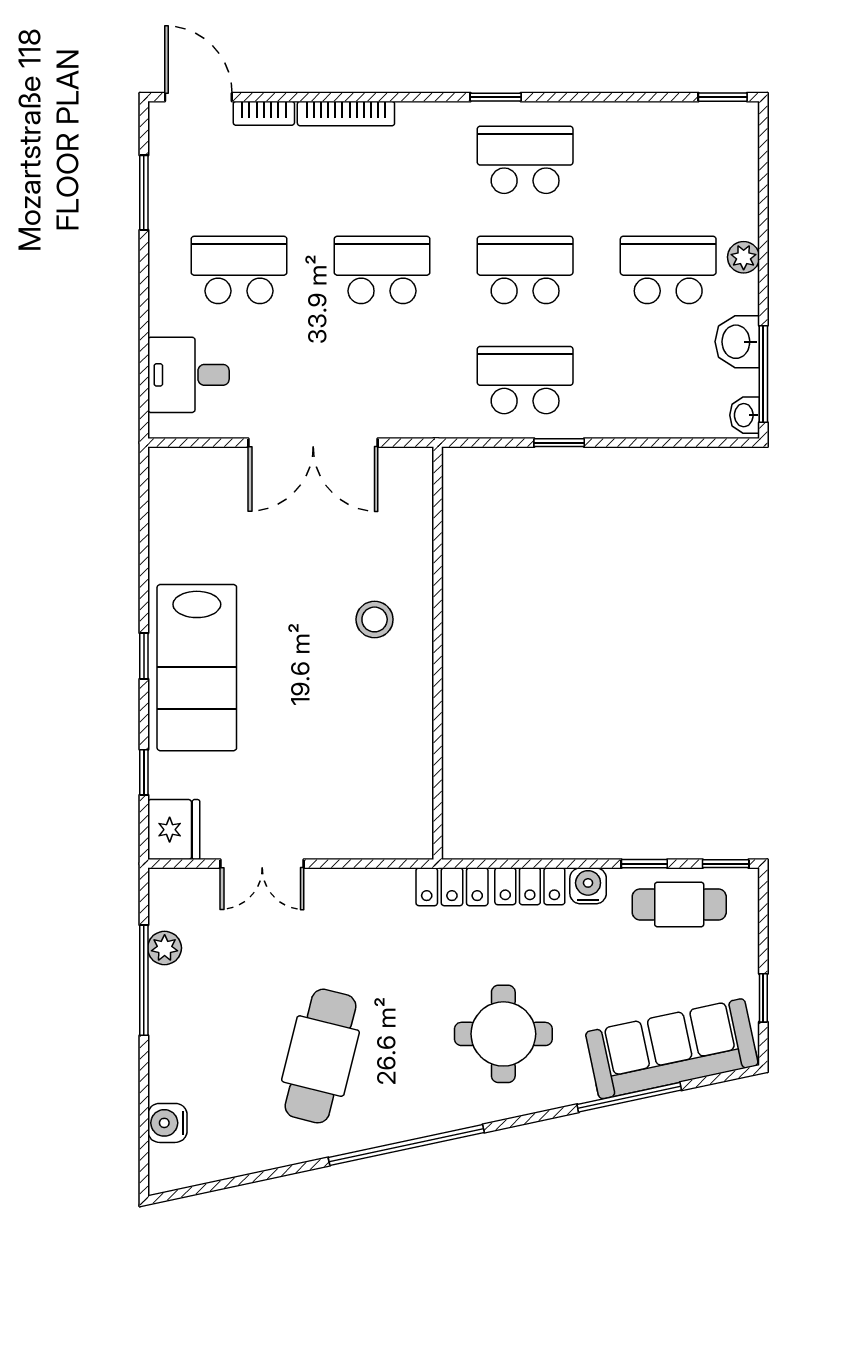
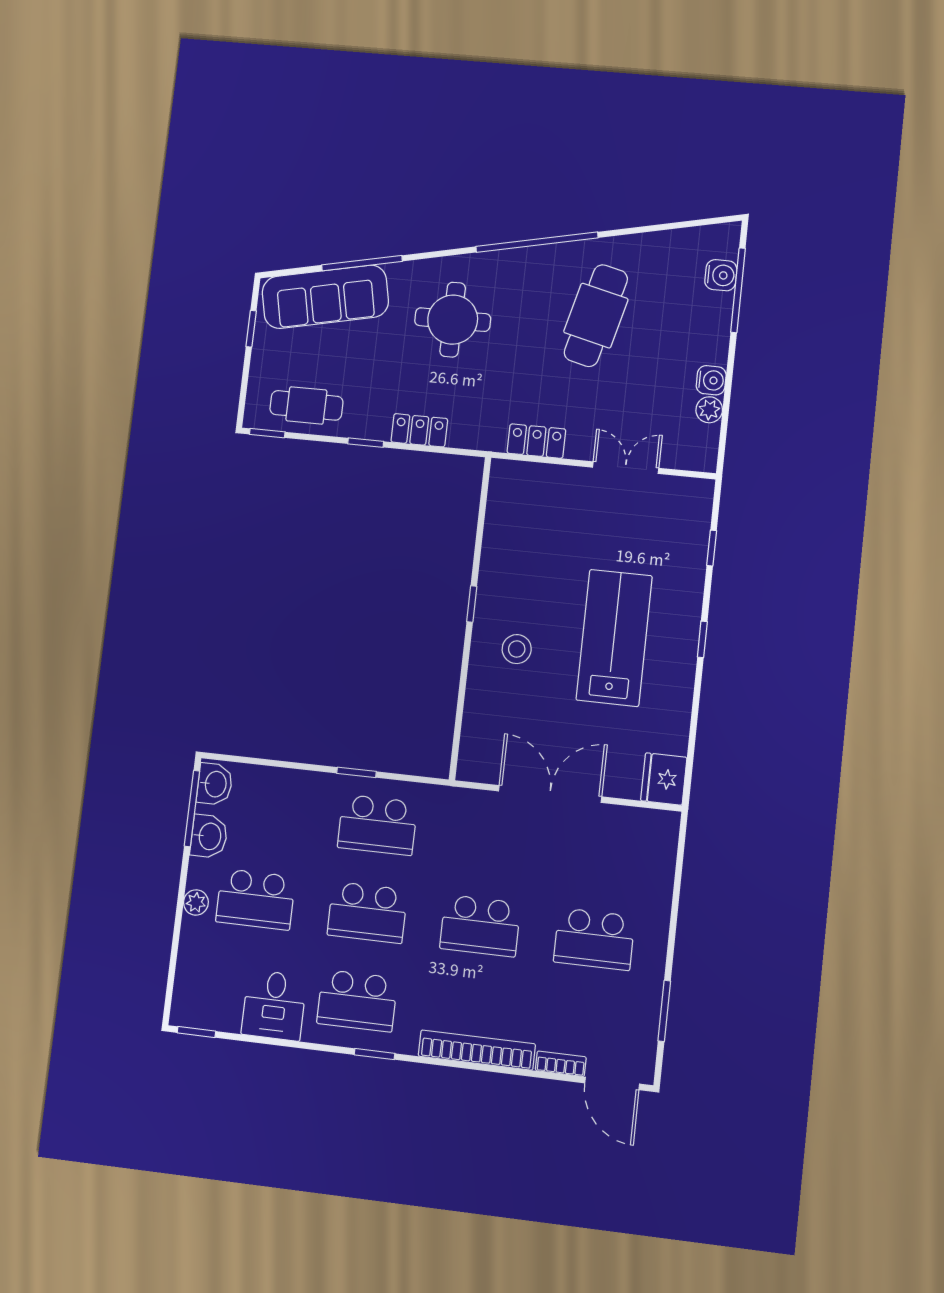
bookcase: (346, 114) -> (477, 1050), width x1.48, depth x1.31
desk: (188, 375) -> (274, 1005), moved, turned 90
washbasin: (745, 415) -> (215, 784), width x1.38, depth x1.45
lab bench: (197, 668) -> (614, 638), moved
window: (438, 671) -> (472, 604), added
fridge: (174, 830) -> (664, 779), moved
window: (644, 864) -> (366, 443), moved
water cooler: (588, 886) -> (711, 380), moved, turned -90
locker: (452, 887) -> (536, 441), moved
window: (144, 980) -> (738, 290), moved

